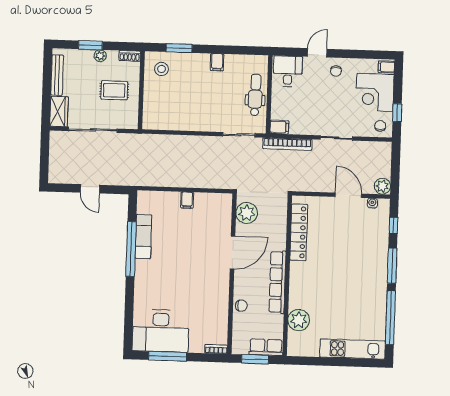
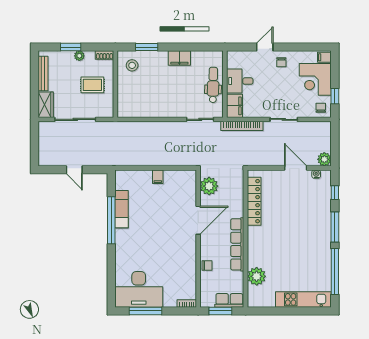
filing cabinet: (217, 62) -> (179, 58), width x2.00
desk: (288, 71) -> (240, 81), moved, turned -90
filing cabinet: (279, 127) -> (234, 106), width x2.00

